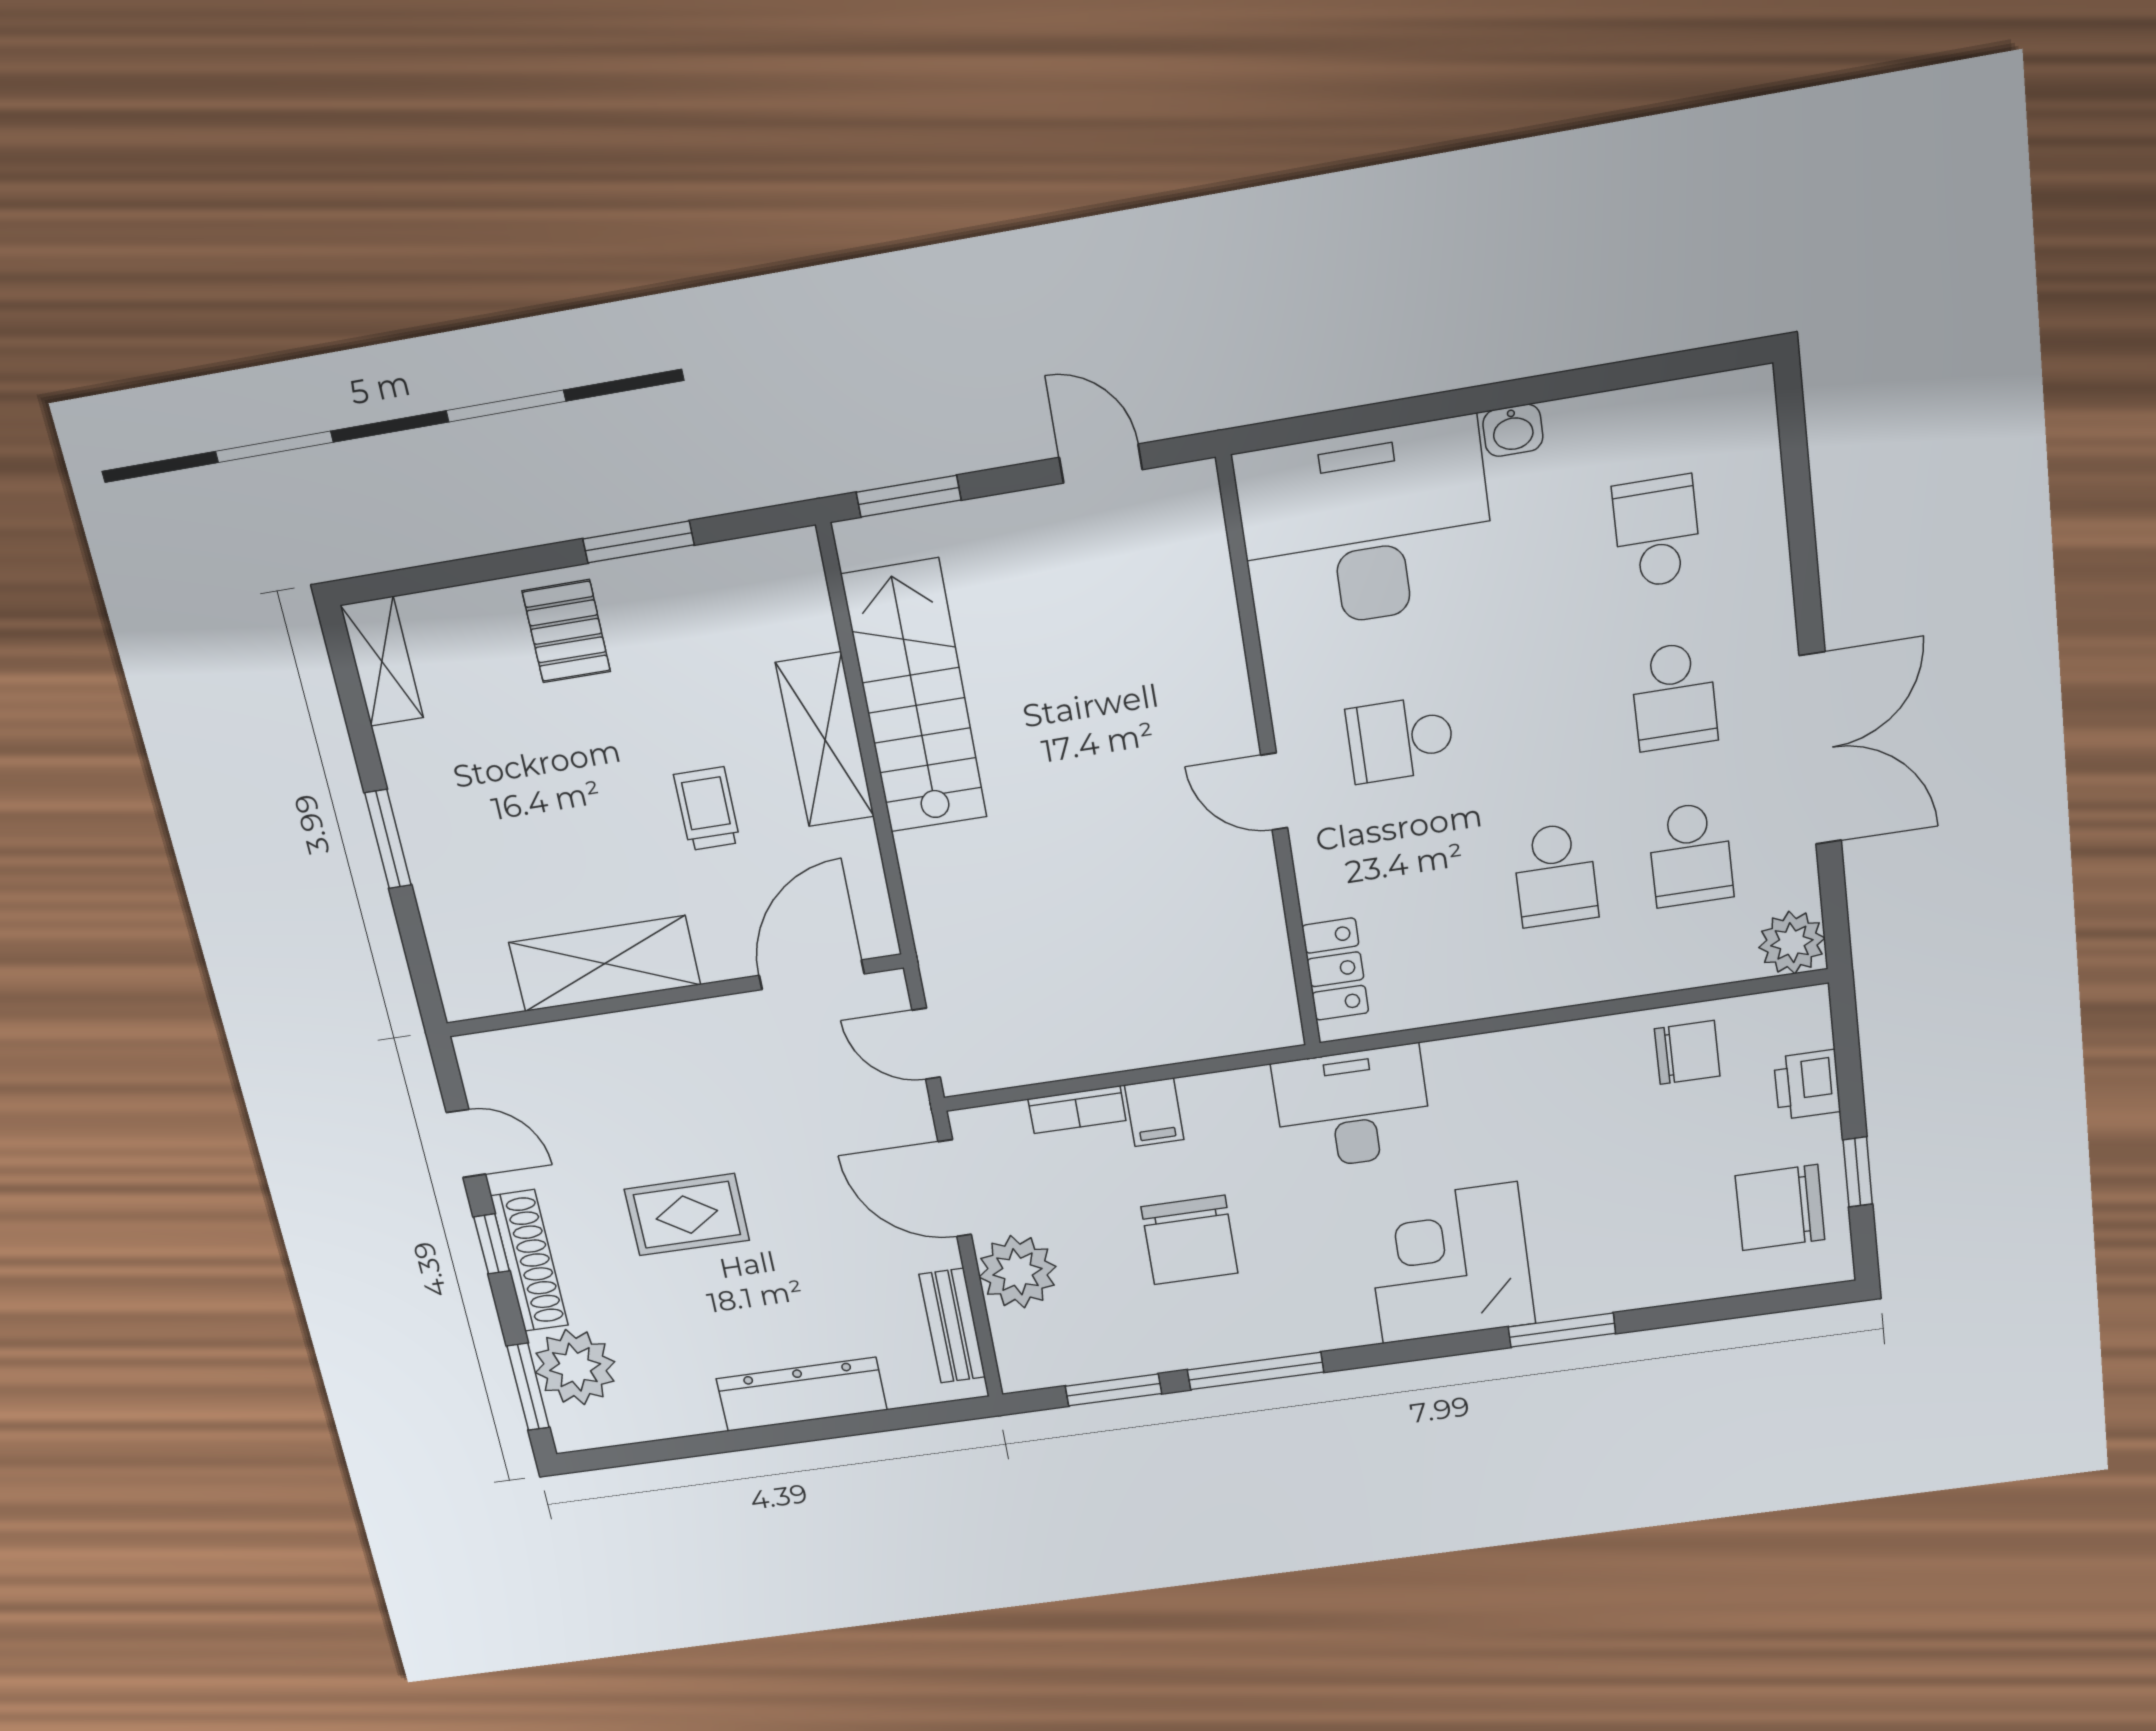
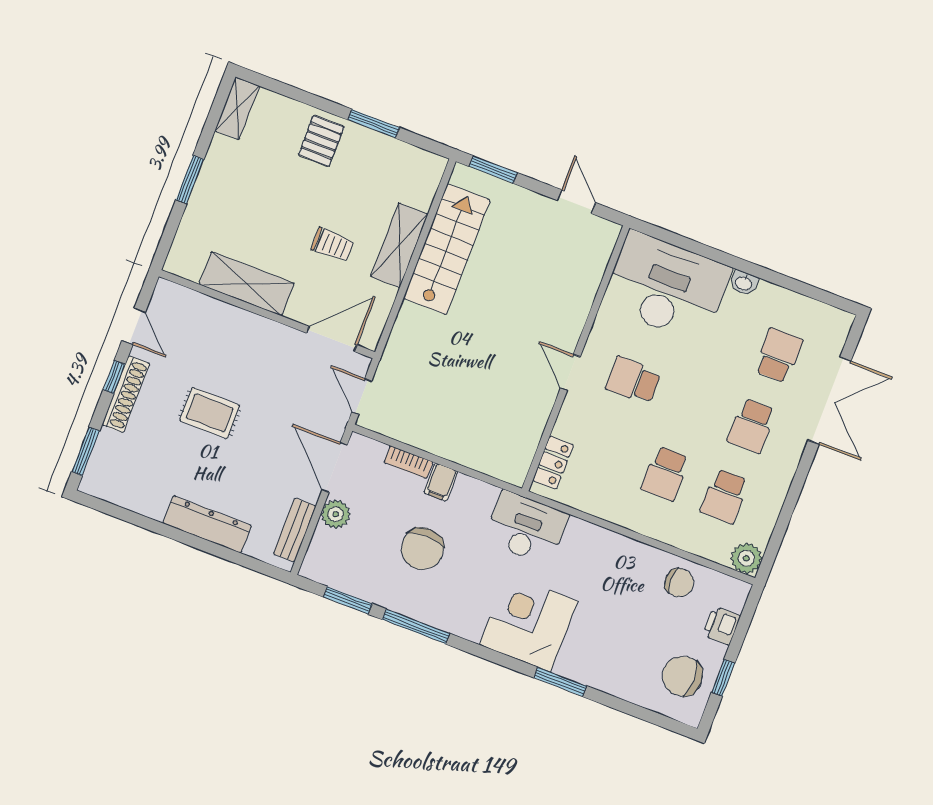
double door: (1820, 749) -> (829, 401), moved
trolley: (707, 809) -> (332, 245), turned 90
plant: (1017, 1272) -> (336, 514), width x0.73, depth x0.73
plant: (575, 1367) -> (113, 454), removed

